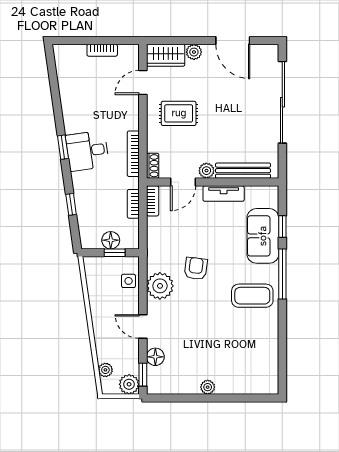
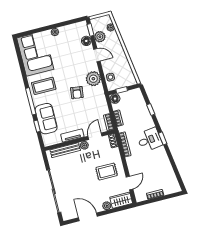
floor lamp: (111, 240) -> (115, 99), moved
corner sofa: (252, 358) -> (35, 54), added
plant: (129, 384) -> (100, 37), moved

